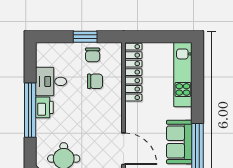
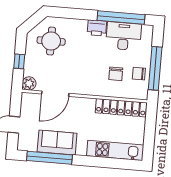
window: (85, 37) -> (155, 68), width x2.11
desk: (51, 81) -> (123, 36), width x1.37
window: (30, 110) -> (121, 18), moved

